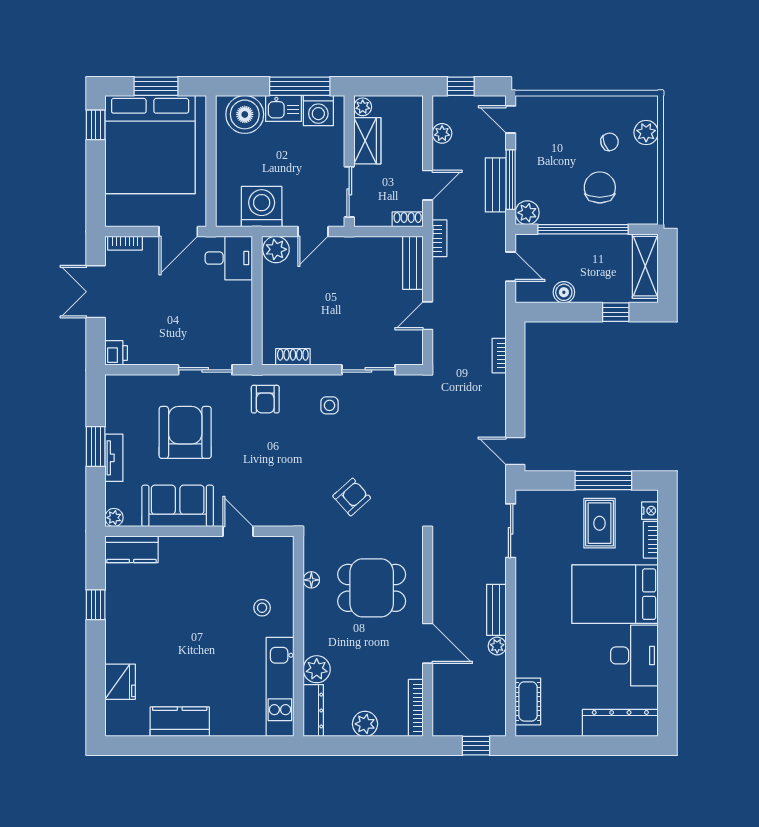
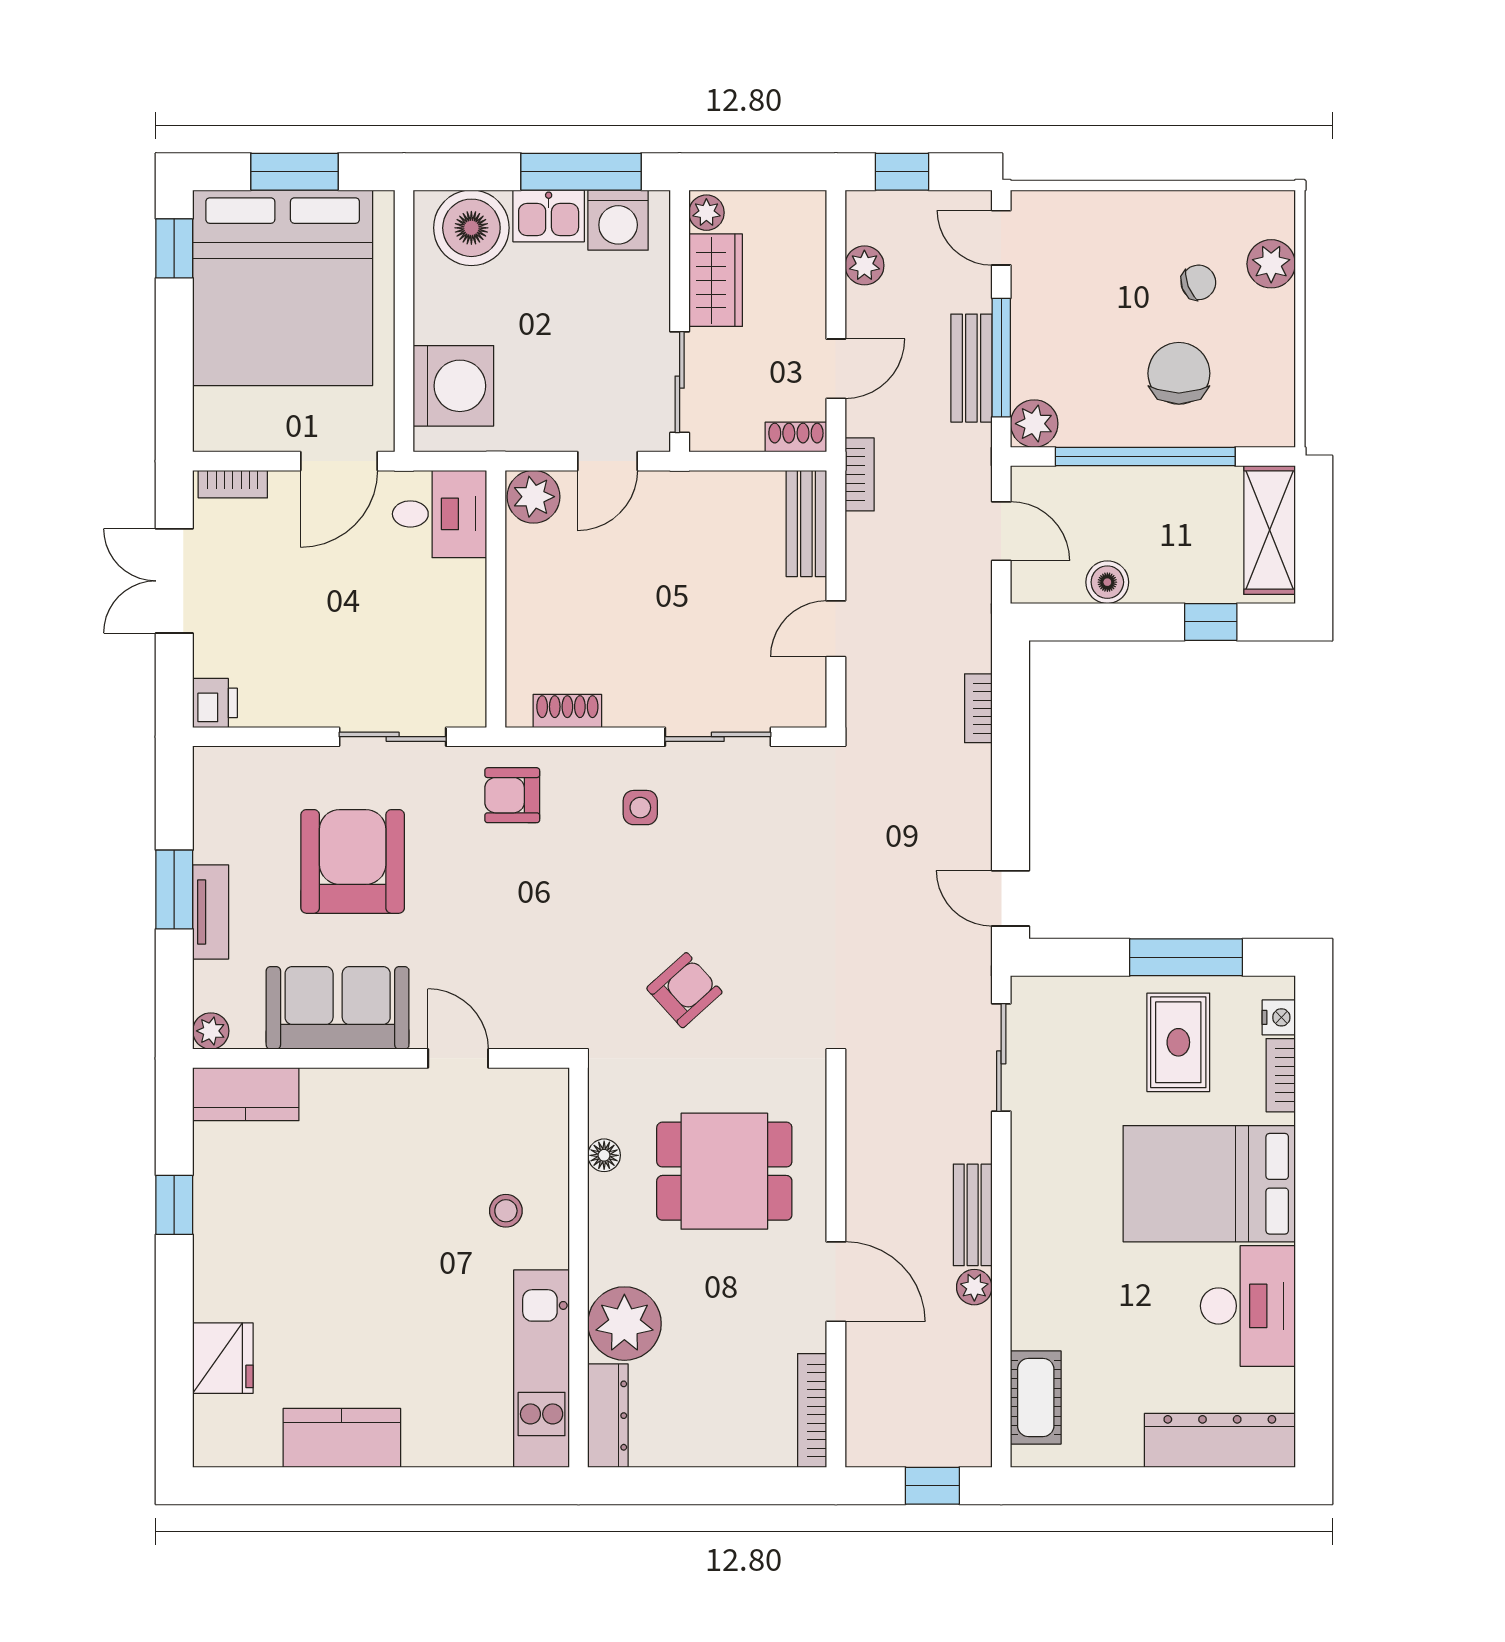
washing machine: (262, 207) -> (453, 386), moved, turned 90
armchair: (265, 399) -> (512, 795), turned 90
plant: (317, 669) -> (624, 1324), width x1.36, depth x1.36
plant: (365, 724) -> (711, 1442), removed

